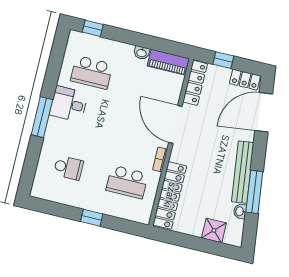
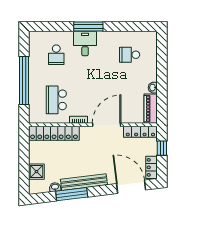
window: (93, 28) -> (162, 48), removed
school desk: (92, 72) -> (130, 55), width x0.54
desk: (69, 104) -> (85, 44), moved
window: (92, 218) -> (24, 81), width x3.17

